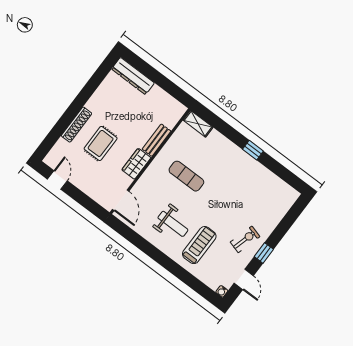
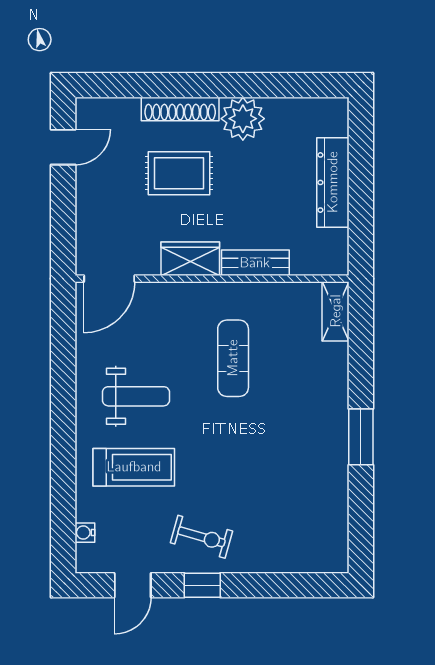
dresser: (133, 76) -> (333, 182), moved
plant: (98, 104) -> (243, 119), added
window: (253, 150) -> (361, 437), width x1.50
weight bench: (173, 224) -> (136, 396), turned -90
water cooler: (222, 291) -> (85, 533), moved

